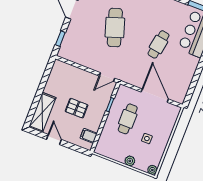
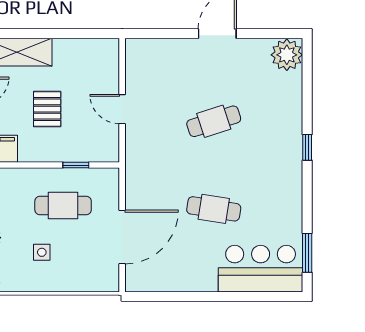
cafe table: (115, 28) -> (214, 121), width x0.73, depth x0.74
window: (60, 39) -> (157, 34), removed
door: (107, 77) -> (122, 109), moved

